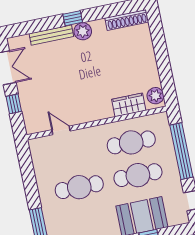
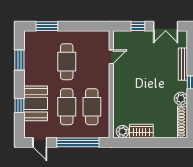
plant: (83, 31) -> (181, 99), moved
wardrobe: (129, 105) -> (141, 131), moved, turned -90

